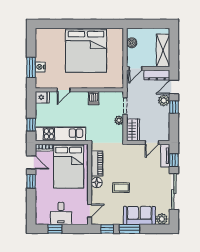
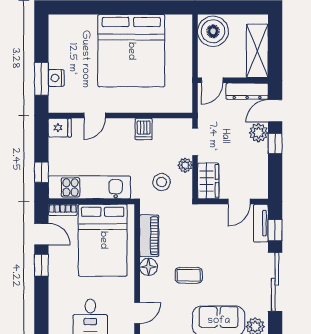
boiler: (132, 43) -> (213, 31), width x1.86, depth x1.86
stool: (105, 131) -> (162, 182), added

